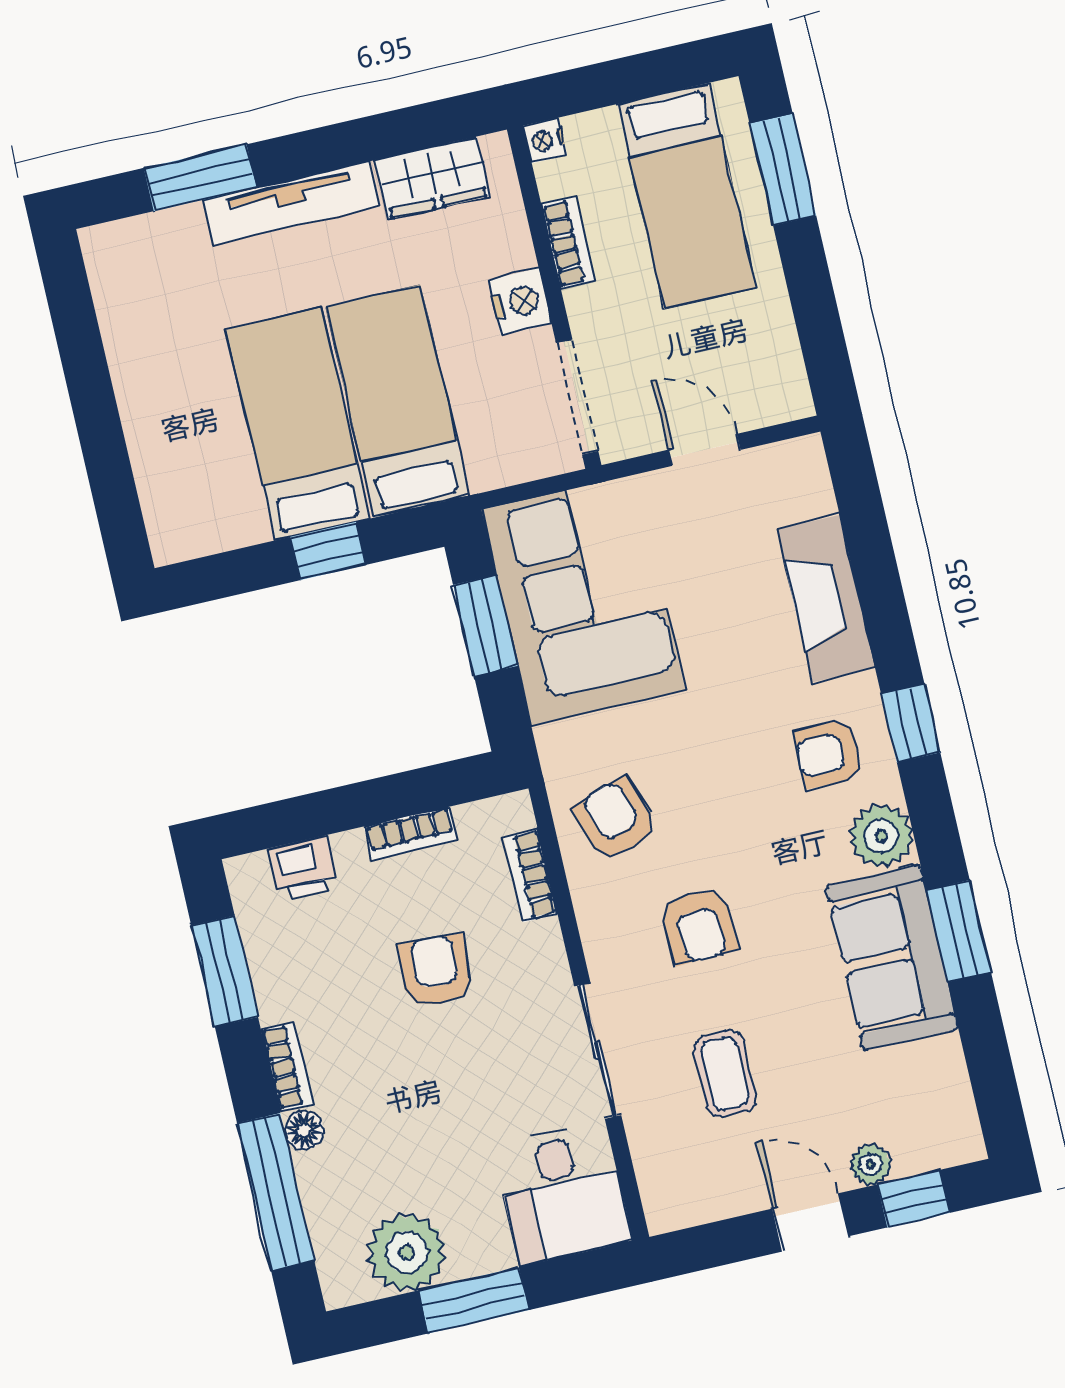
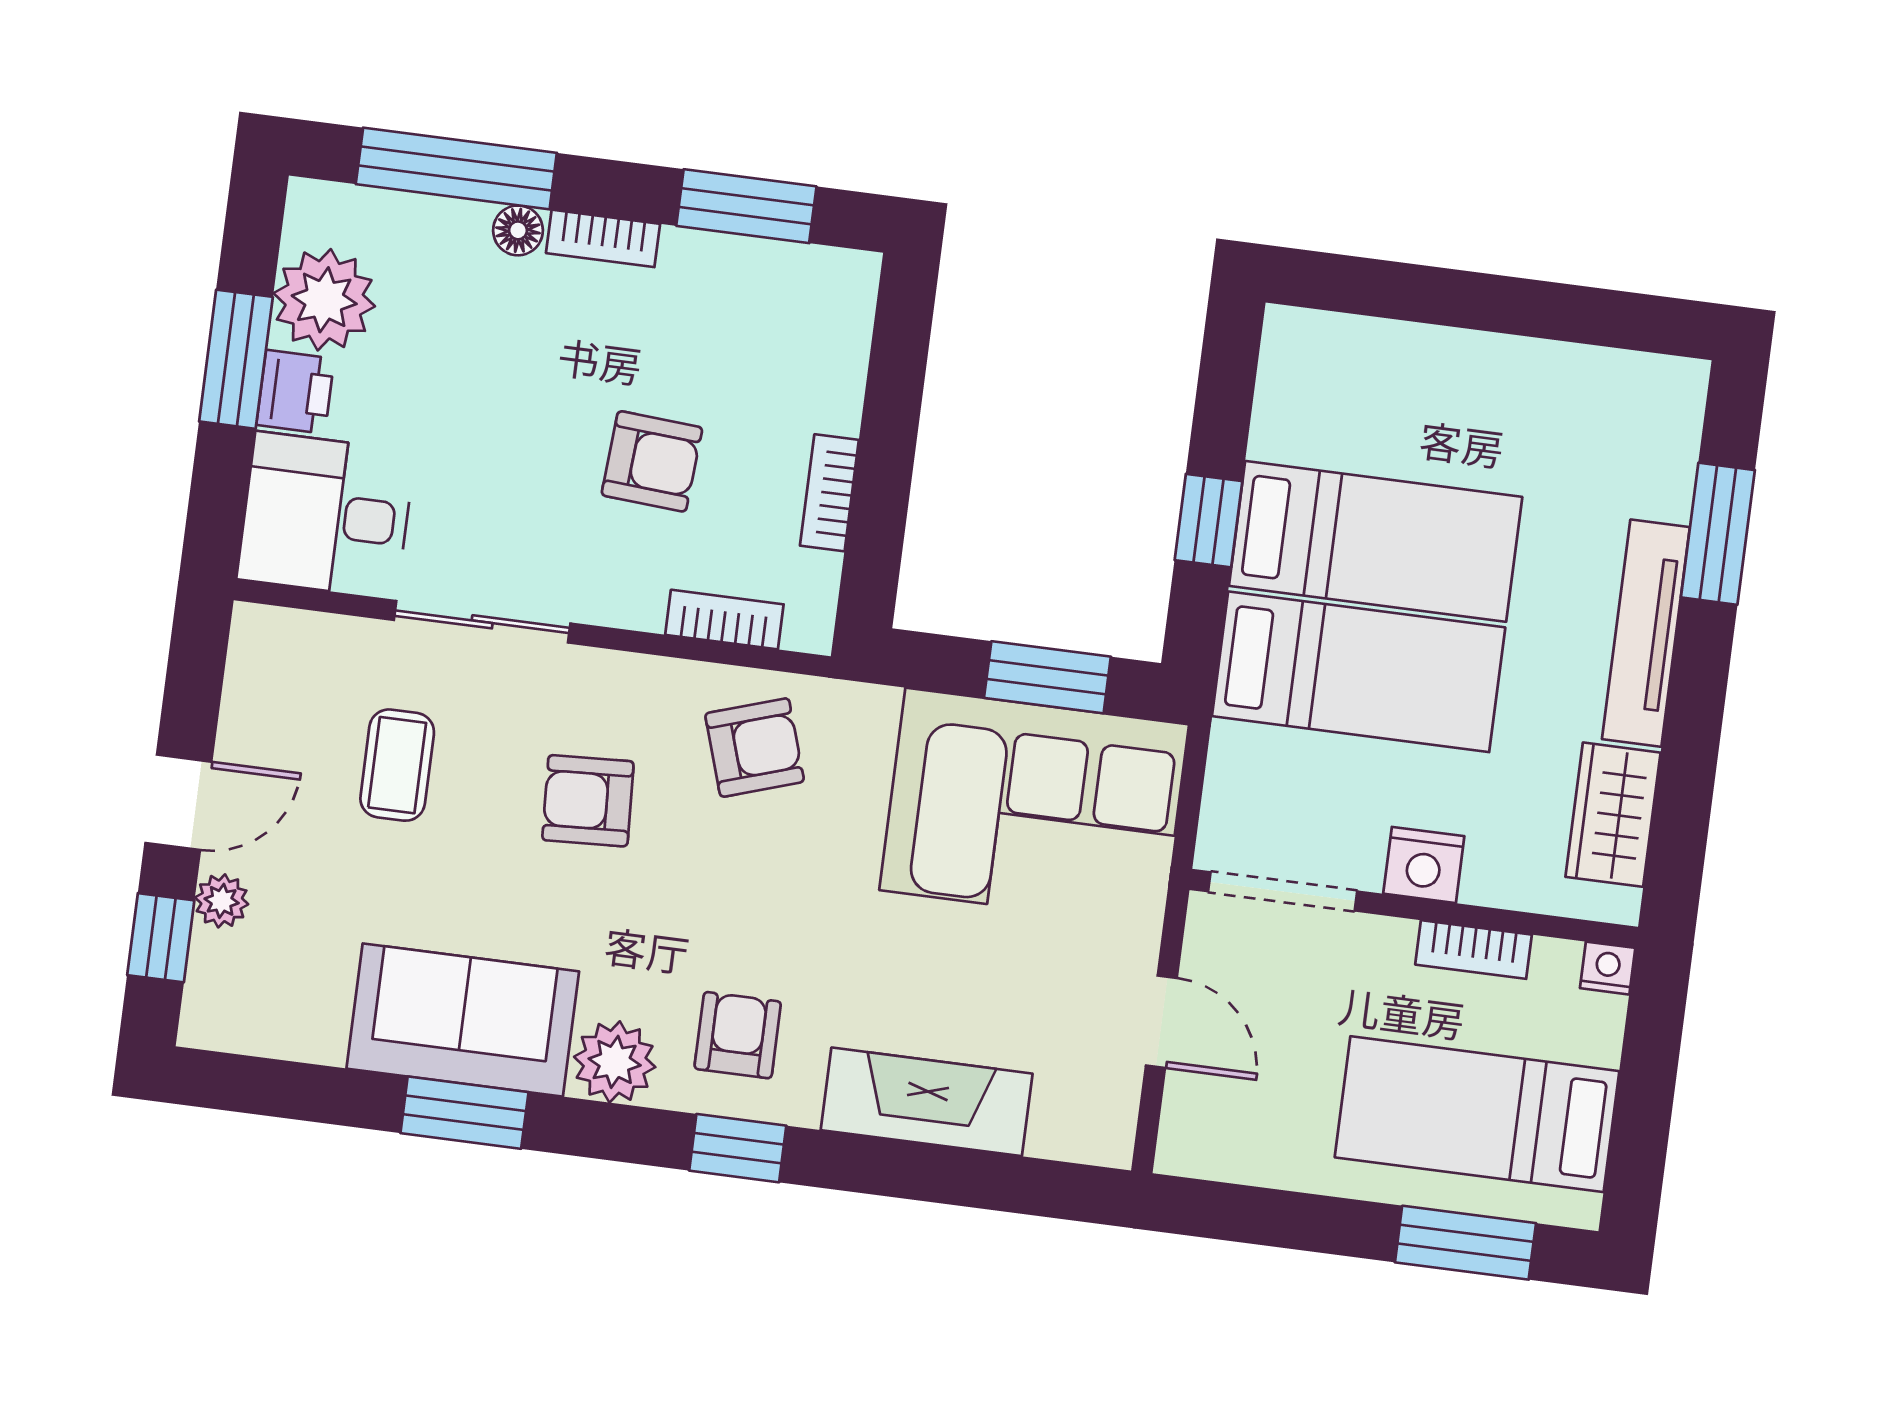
door: (705, 450) -> (1161, 1022), hinge flipped
printer: (303, 868) -> (295, 392), moved, turned 180
coffee table: (725, 1074) -> (397, 765), turned 90

